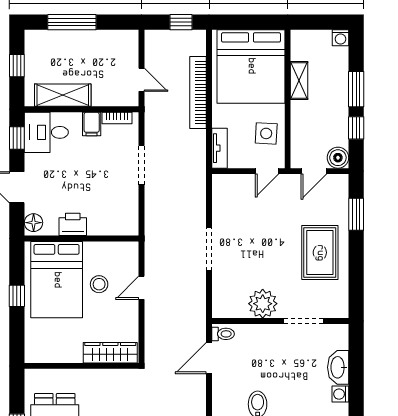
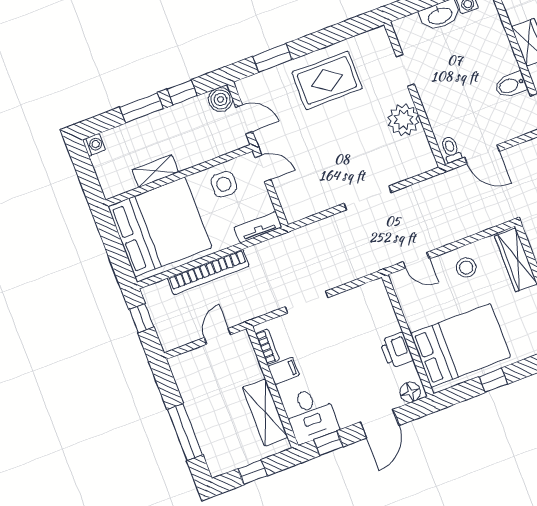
stool: (99, 284) -> (466, 268), moved
door: (142, 288) -> (416, 260), moved
doorway: (303, 321) -> (405, 70), width x0.73

